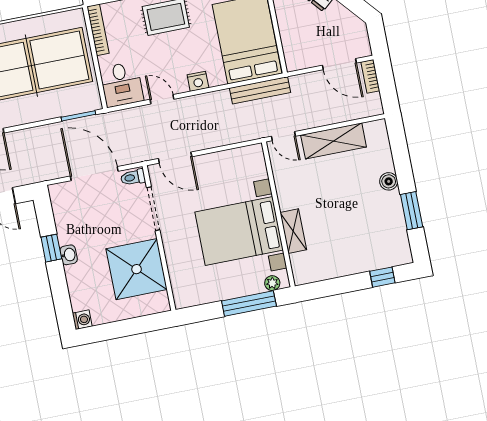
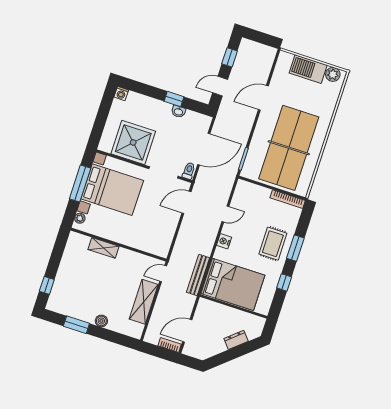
desk: (122, 84) -> (248, 195), removed
bed with nightstands: (239, 231) -> (112, 190), moved, turned 90
washbasin: (69, 255) -> (178, 112), moved
window: (249, 303) -> (80, 184), moved

